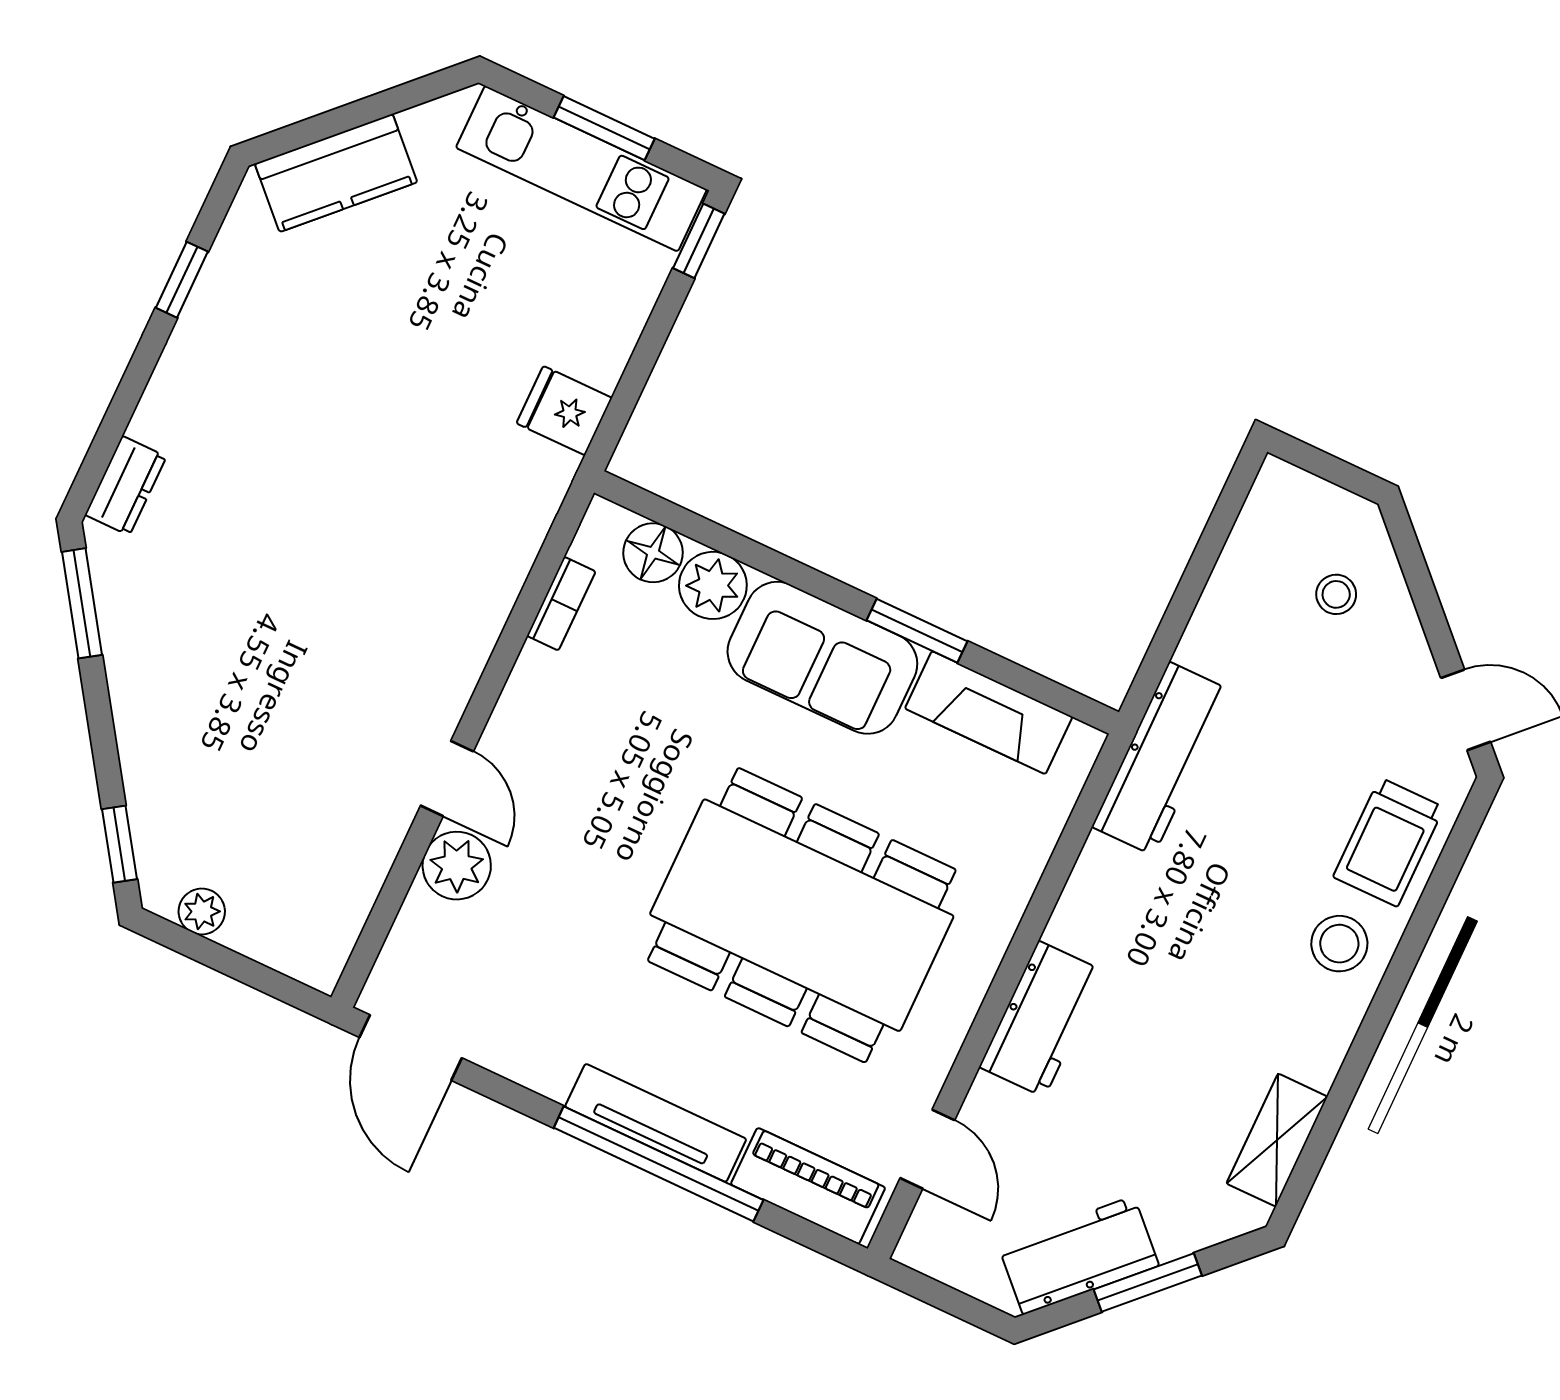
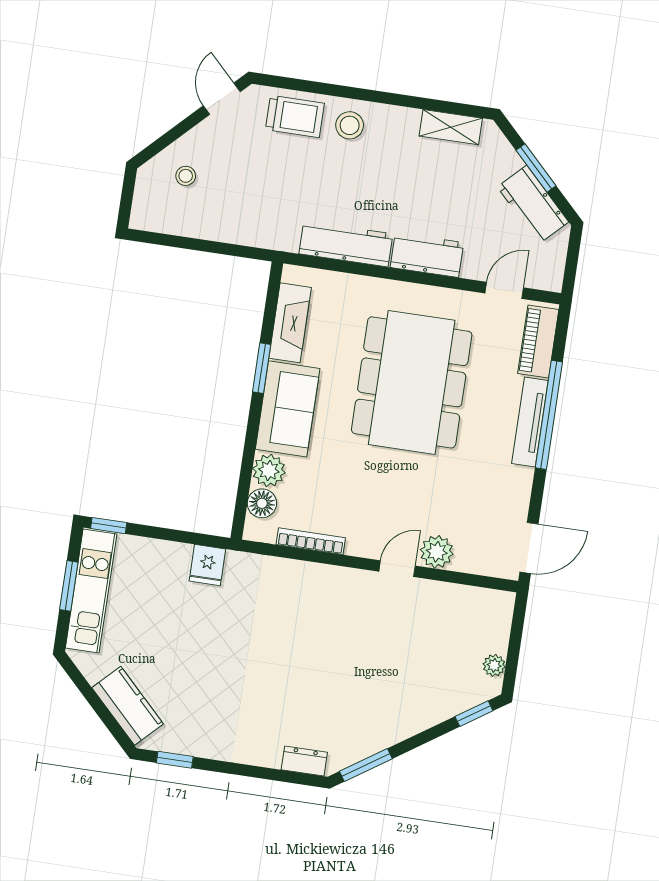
window: (182, 280) -> (175, 760), moved
bookcase: (561, 604) -> (311, 541), width x1.56
workbench: (1161, 759) -> (346, 244), moved

